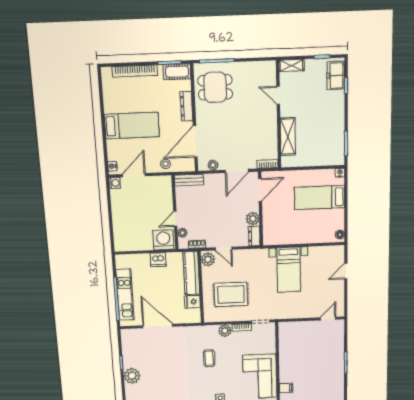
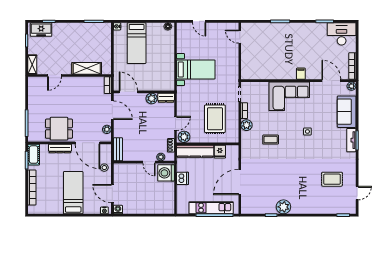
dining table: (215, 87) -> (59, 129), moved, turned 90

